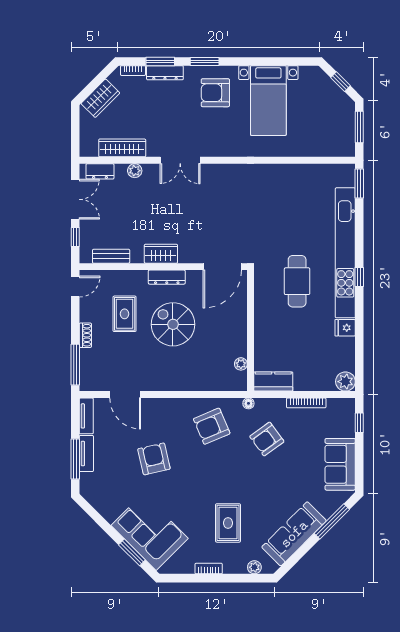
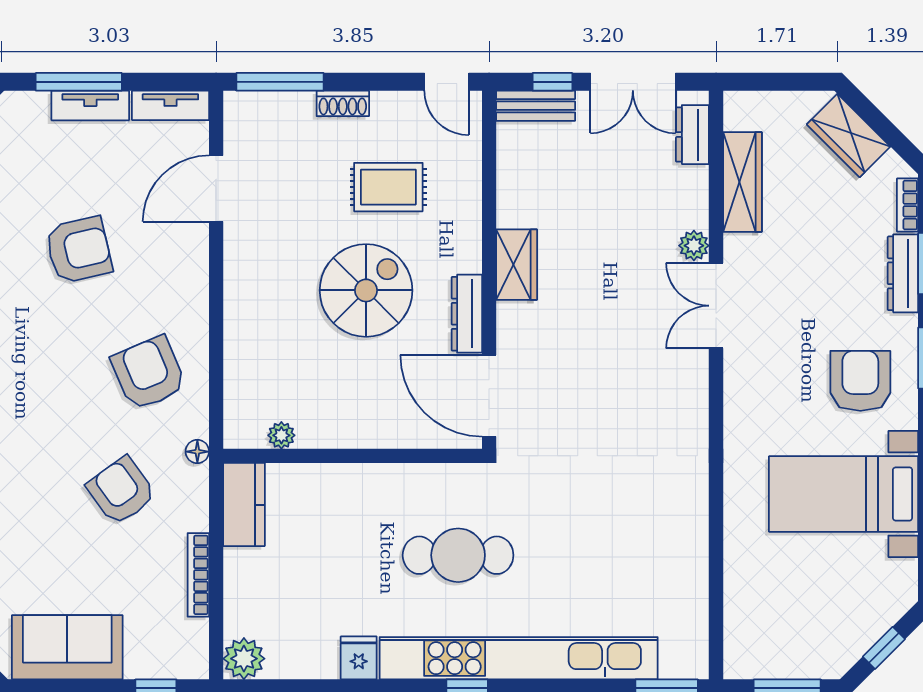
plant: (135, 171) -> (694, 246), moved
bench: (111, 256) -> (536, 106), moved, turned 90
dresser: (167, 277) -> (467, 314), moved

